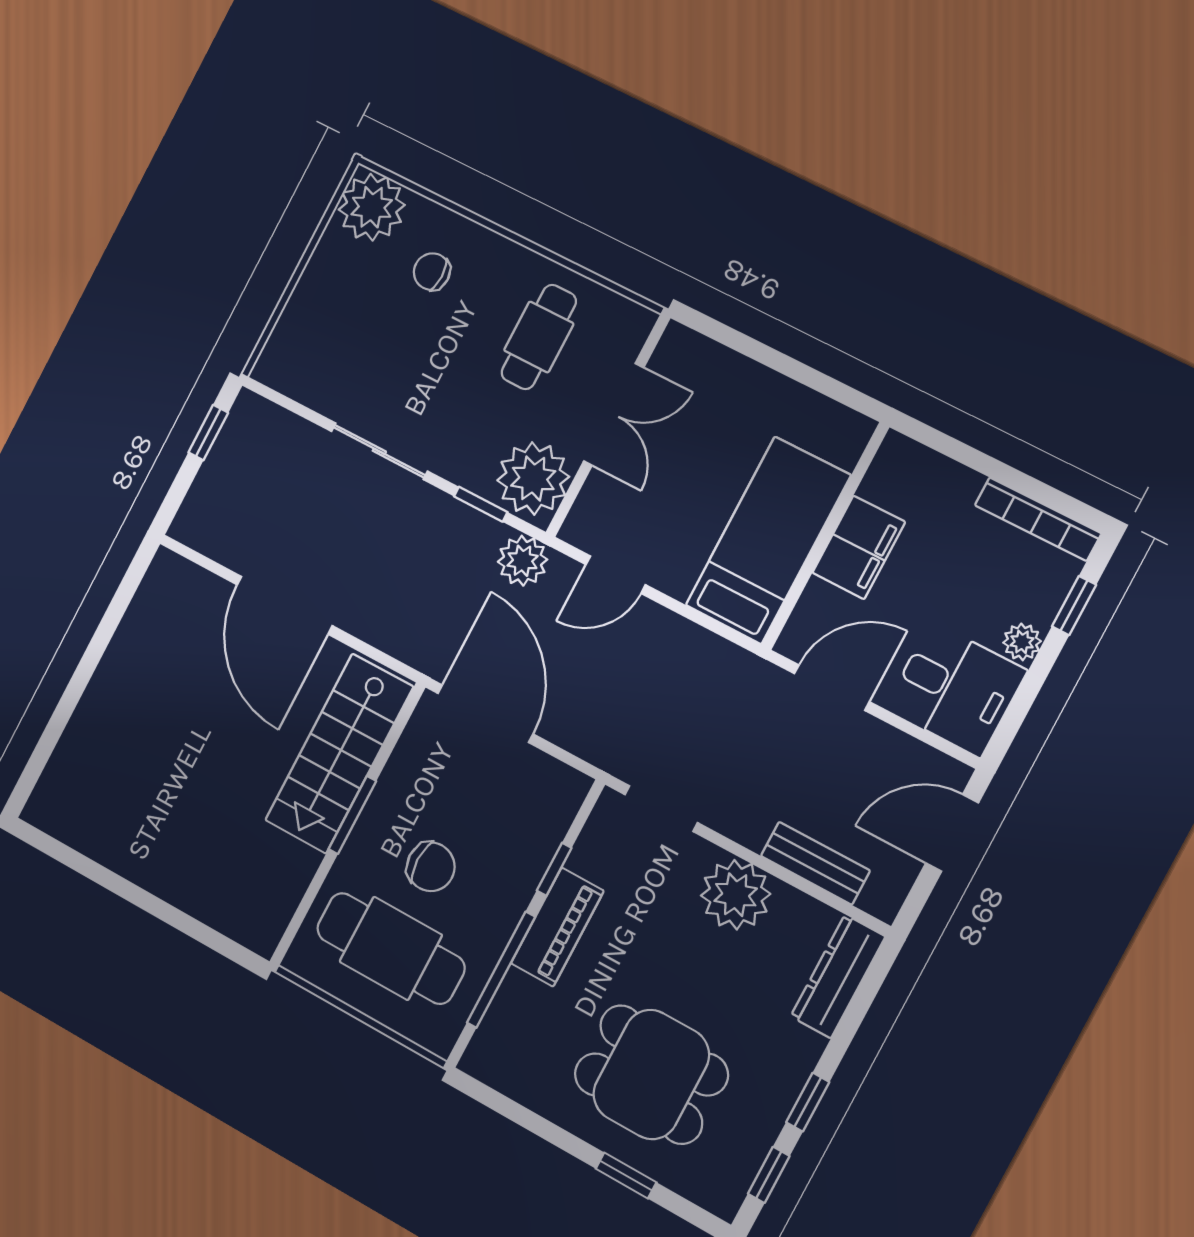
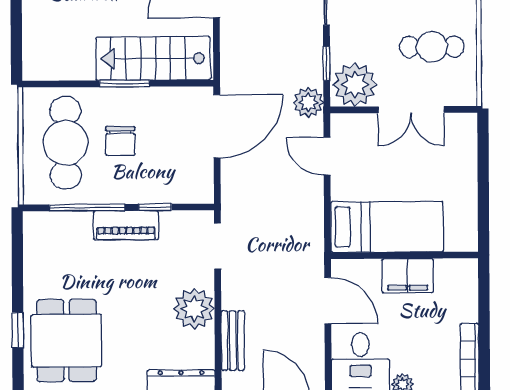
dining table: (651, 1074) -> (67, 341), moved

